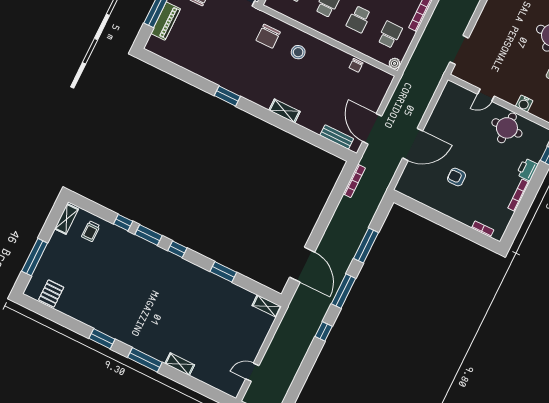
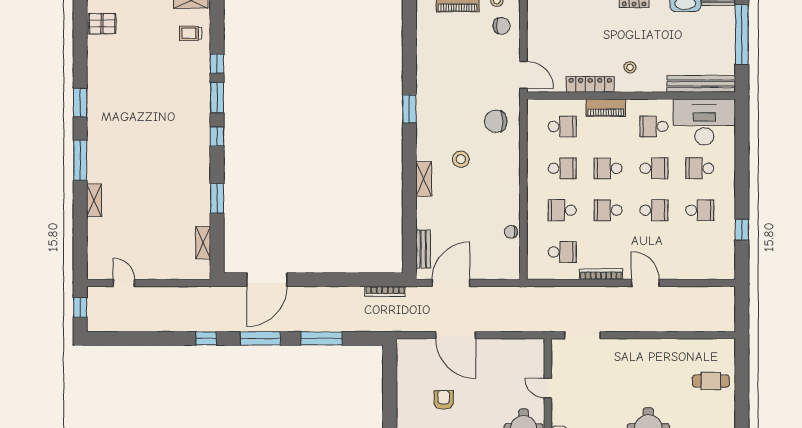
stool: (298, 52) -> (461, 159), moved
plant: (395, 63) -> (534, 272), removed
shelving: (267, 306) -> (203, 243), moved

